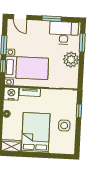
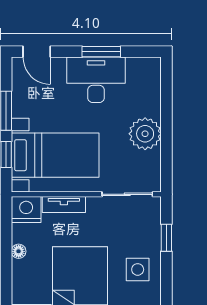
desk: (64, 33) -> (96, 80), moved
window: (82, 43) -> (166, 98), removed

